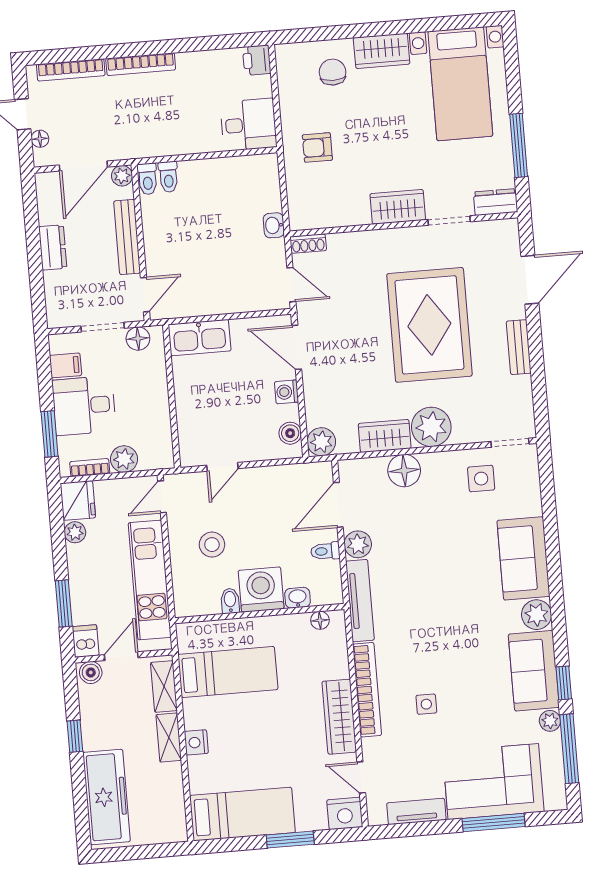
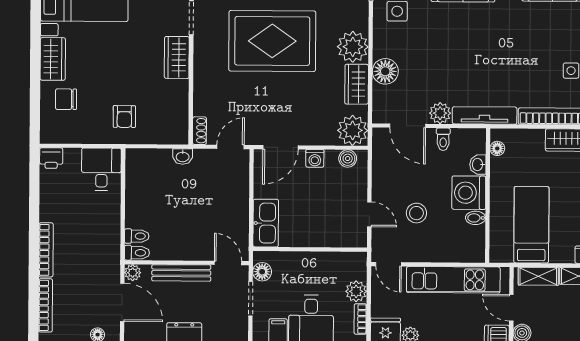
plant: (321, 442) -> (353, 130), width x1.36, depth x1.36
stool: (212, 545) -> (416, 213), moved

